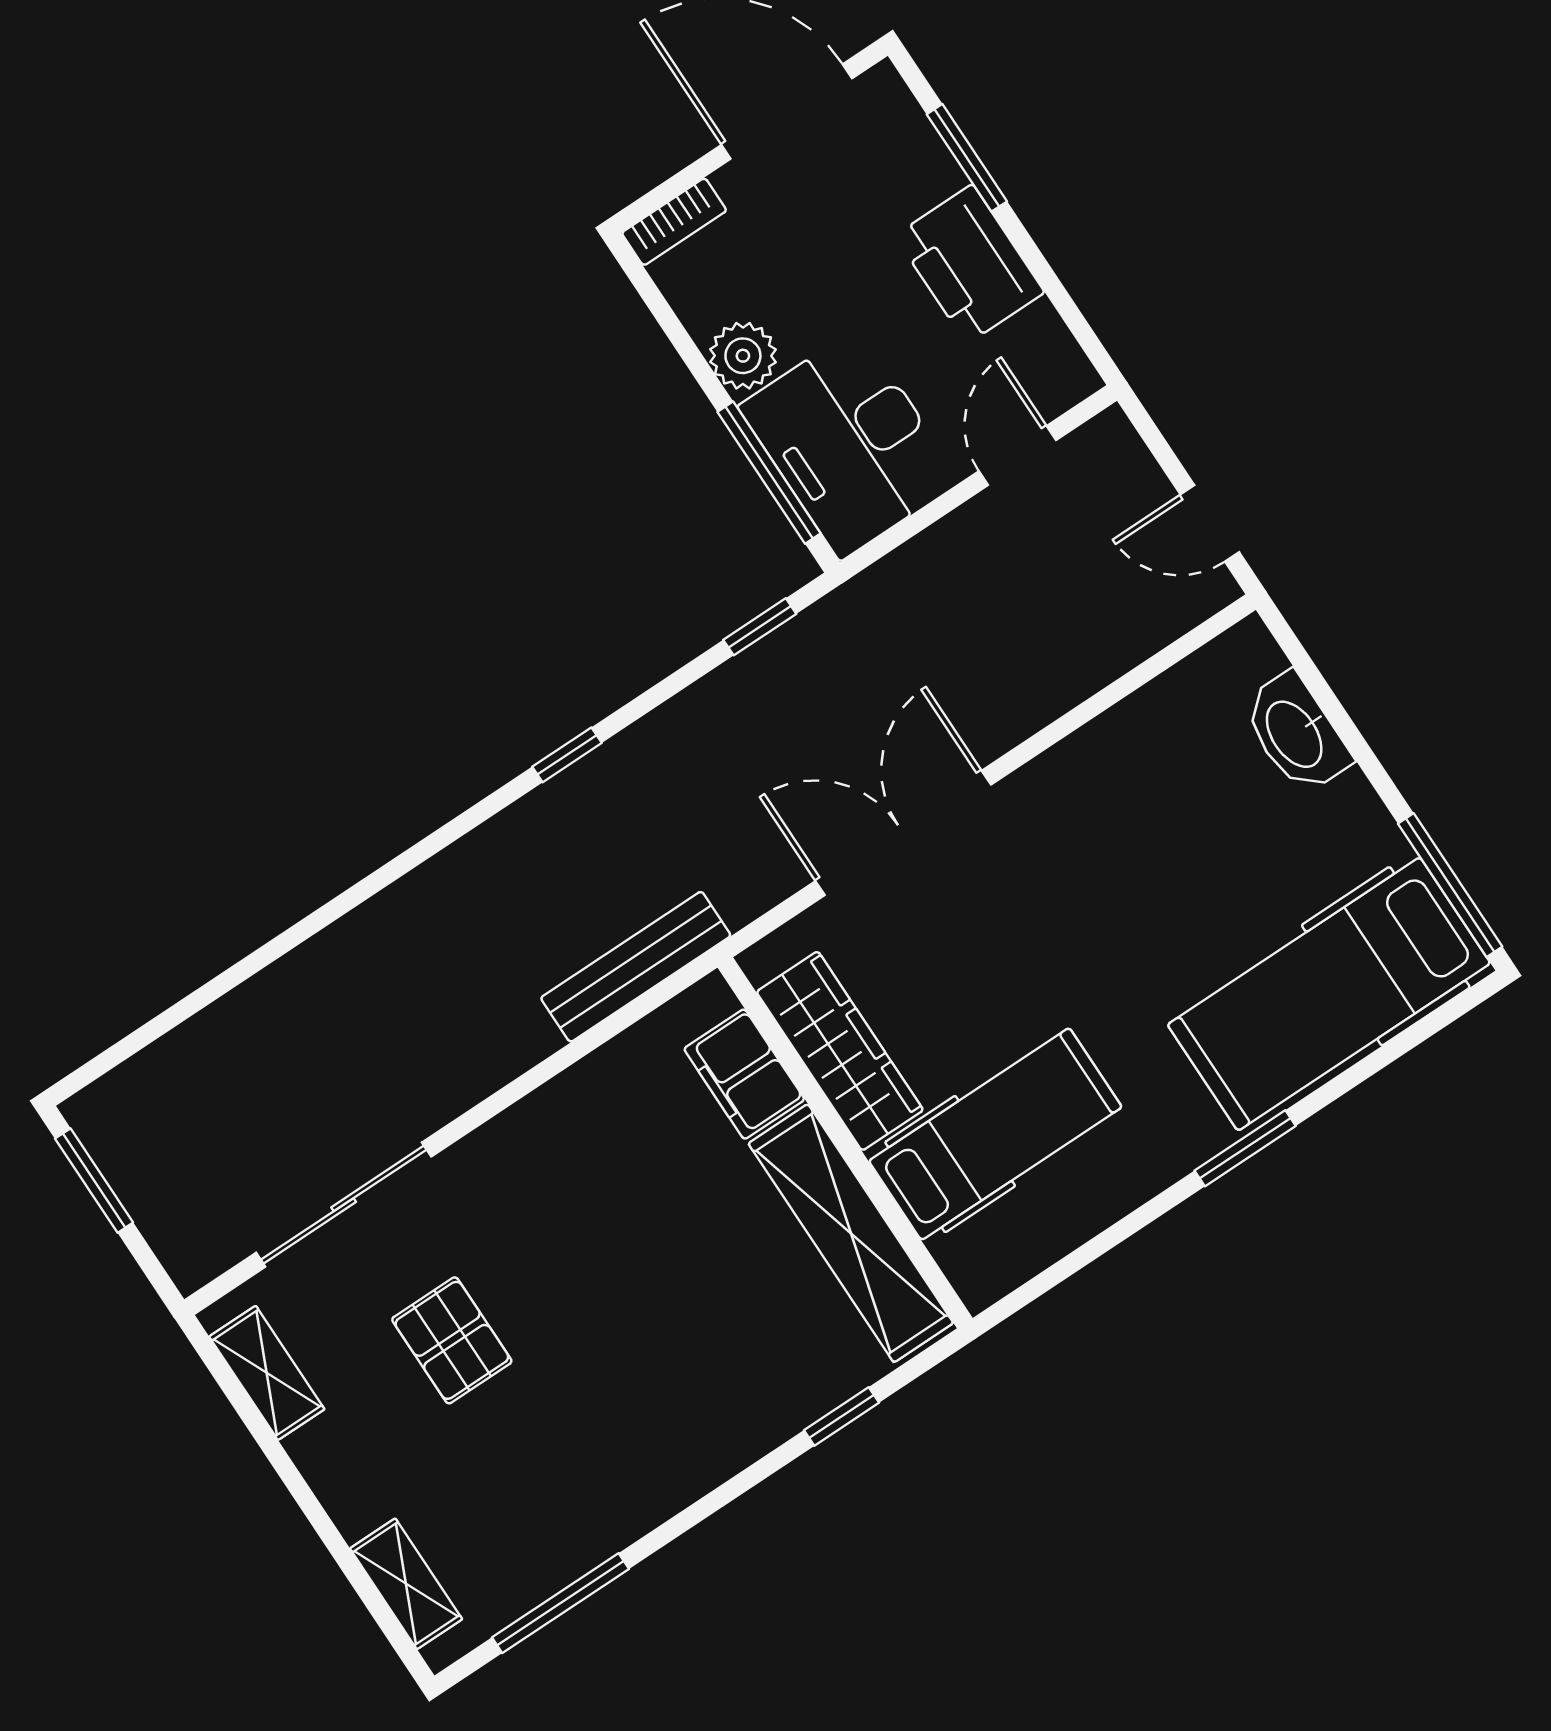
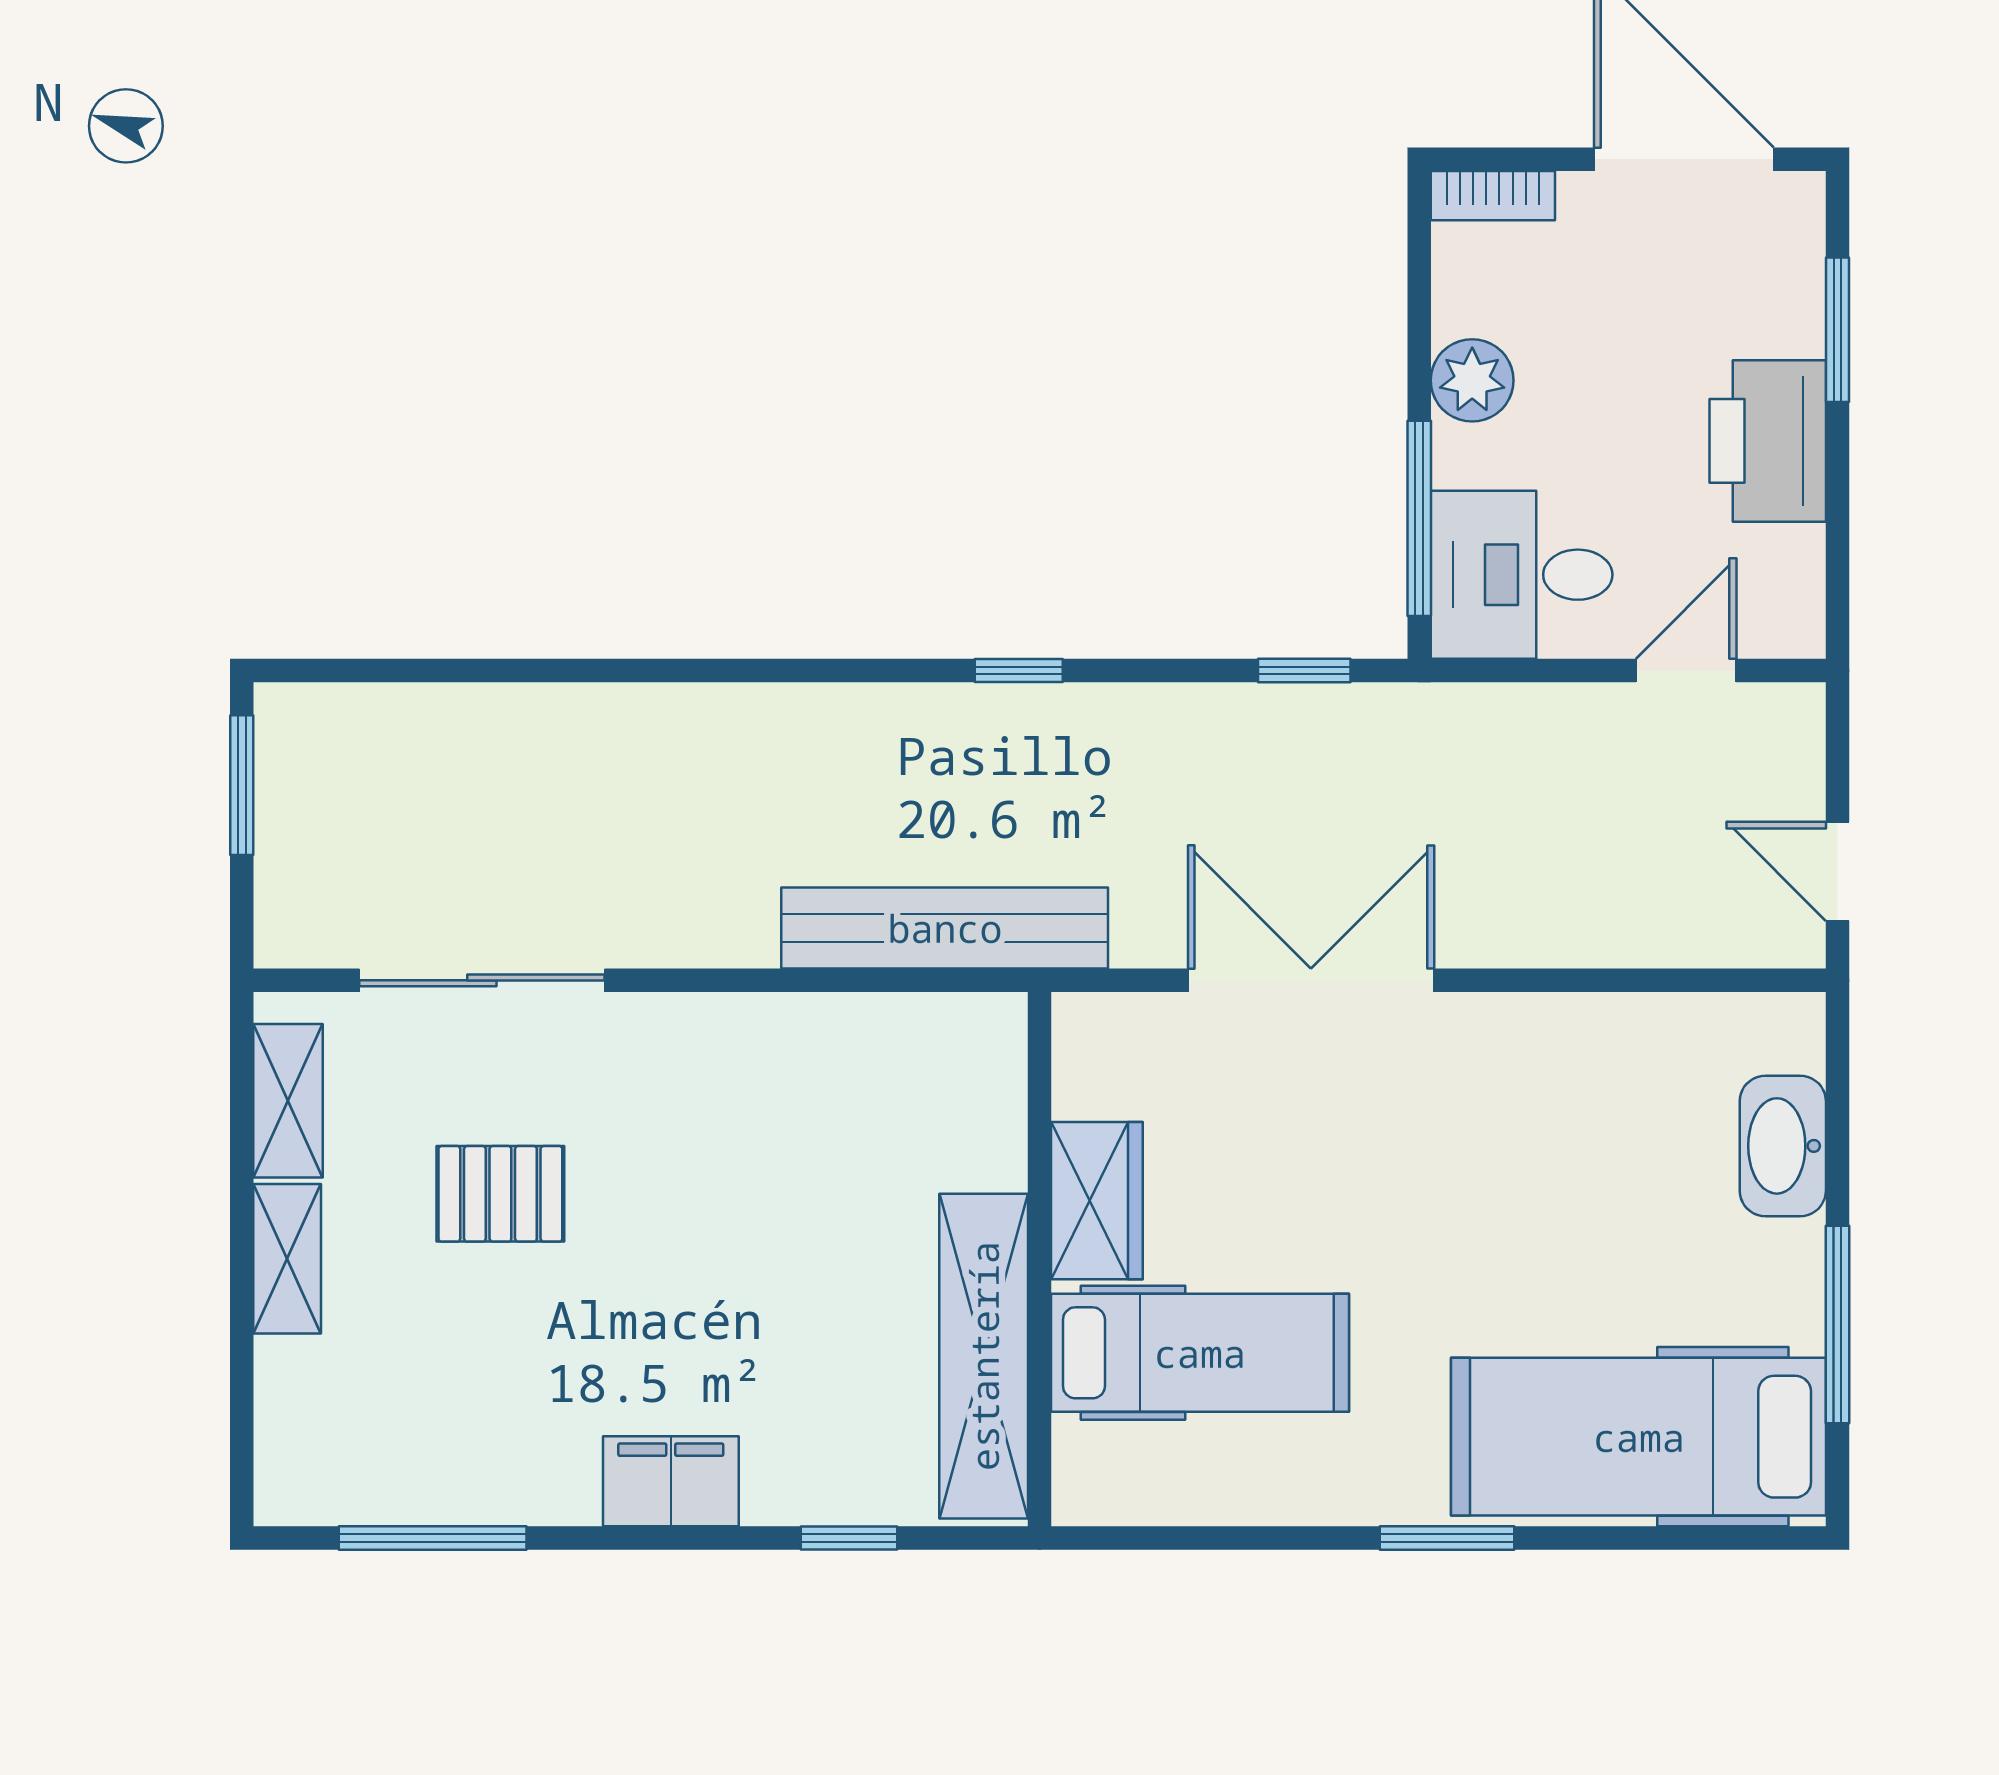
desk: (849, 444) -> (1522, 575), width x0.73
window: (1450, 885) -> (1837, 1324), moved
bench: (636, 967) -> (945, 928), width x1.37, depth x1.21
wardrobe: (840, 1051) -> (1097, 1201), width x0.67
filing cabinet: (744, 1074) -> (671, 1481), moved, turned 90
pallet: (452, 1340) -> (500, 1194), turned 90
shelving: (406, 1584) -> (287, 1259), moved

